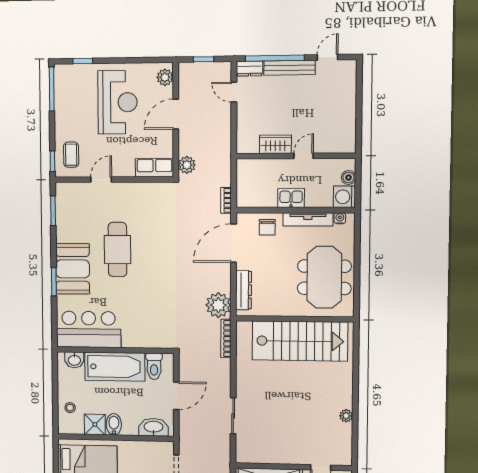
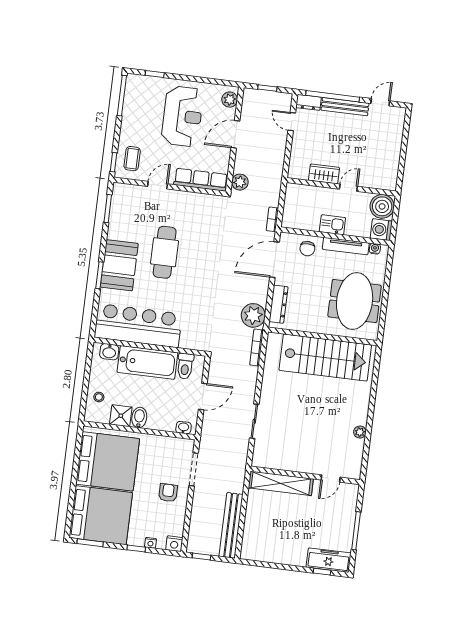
row of seats: (154, 168) -> (201, 180), width x1.48
boiler: (348, 178) -> (382, 206), width x1.86, depth x1.86
bar counter: (89, 329) -> (138, 326), width x1.36
washbasin: (154, 427) -> (184, 428), width x0.52, depth x0.69

